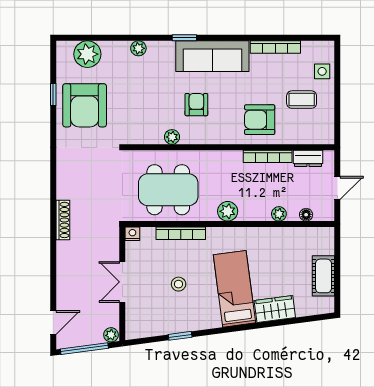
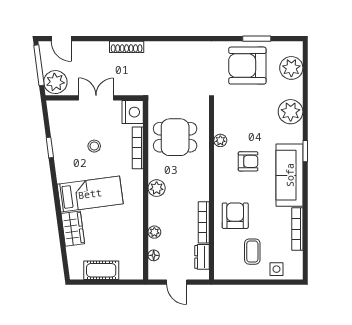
plant: (138, 48) -> (291, 112), width x1.88, depth x1.88
window: (53, 94) -> (257, 39), width x1.50
dining table: (168, 190) -> (175, 137), width x0.73
shoe rack: (63, 220) -> (127, 47), moved
nightstand: (132, 234) -> (133, 112), width x1.89, depth x1.79
plant: (111, 335) -> (55, 82), width x1.88, depth x1.88

